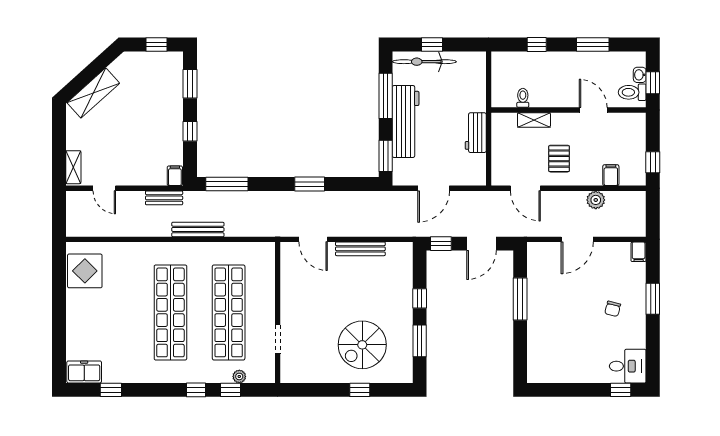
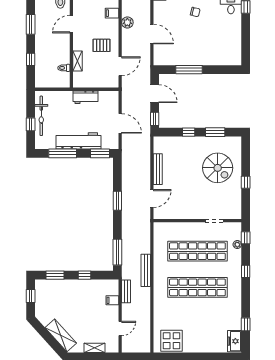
bicycle: (424, 62) -> (41, 116), moved
shelving: (73, 167) -> (94, 348), moved
filing cabinet: (175, 176) -> (112, 300), moved
window: (230, 390) -> (246, 238), moved
window: (360, 390) -> (246, 182), moved

